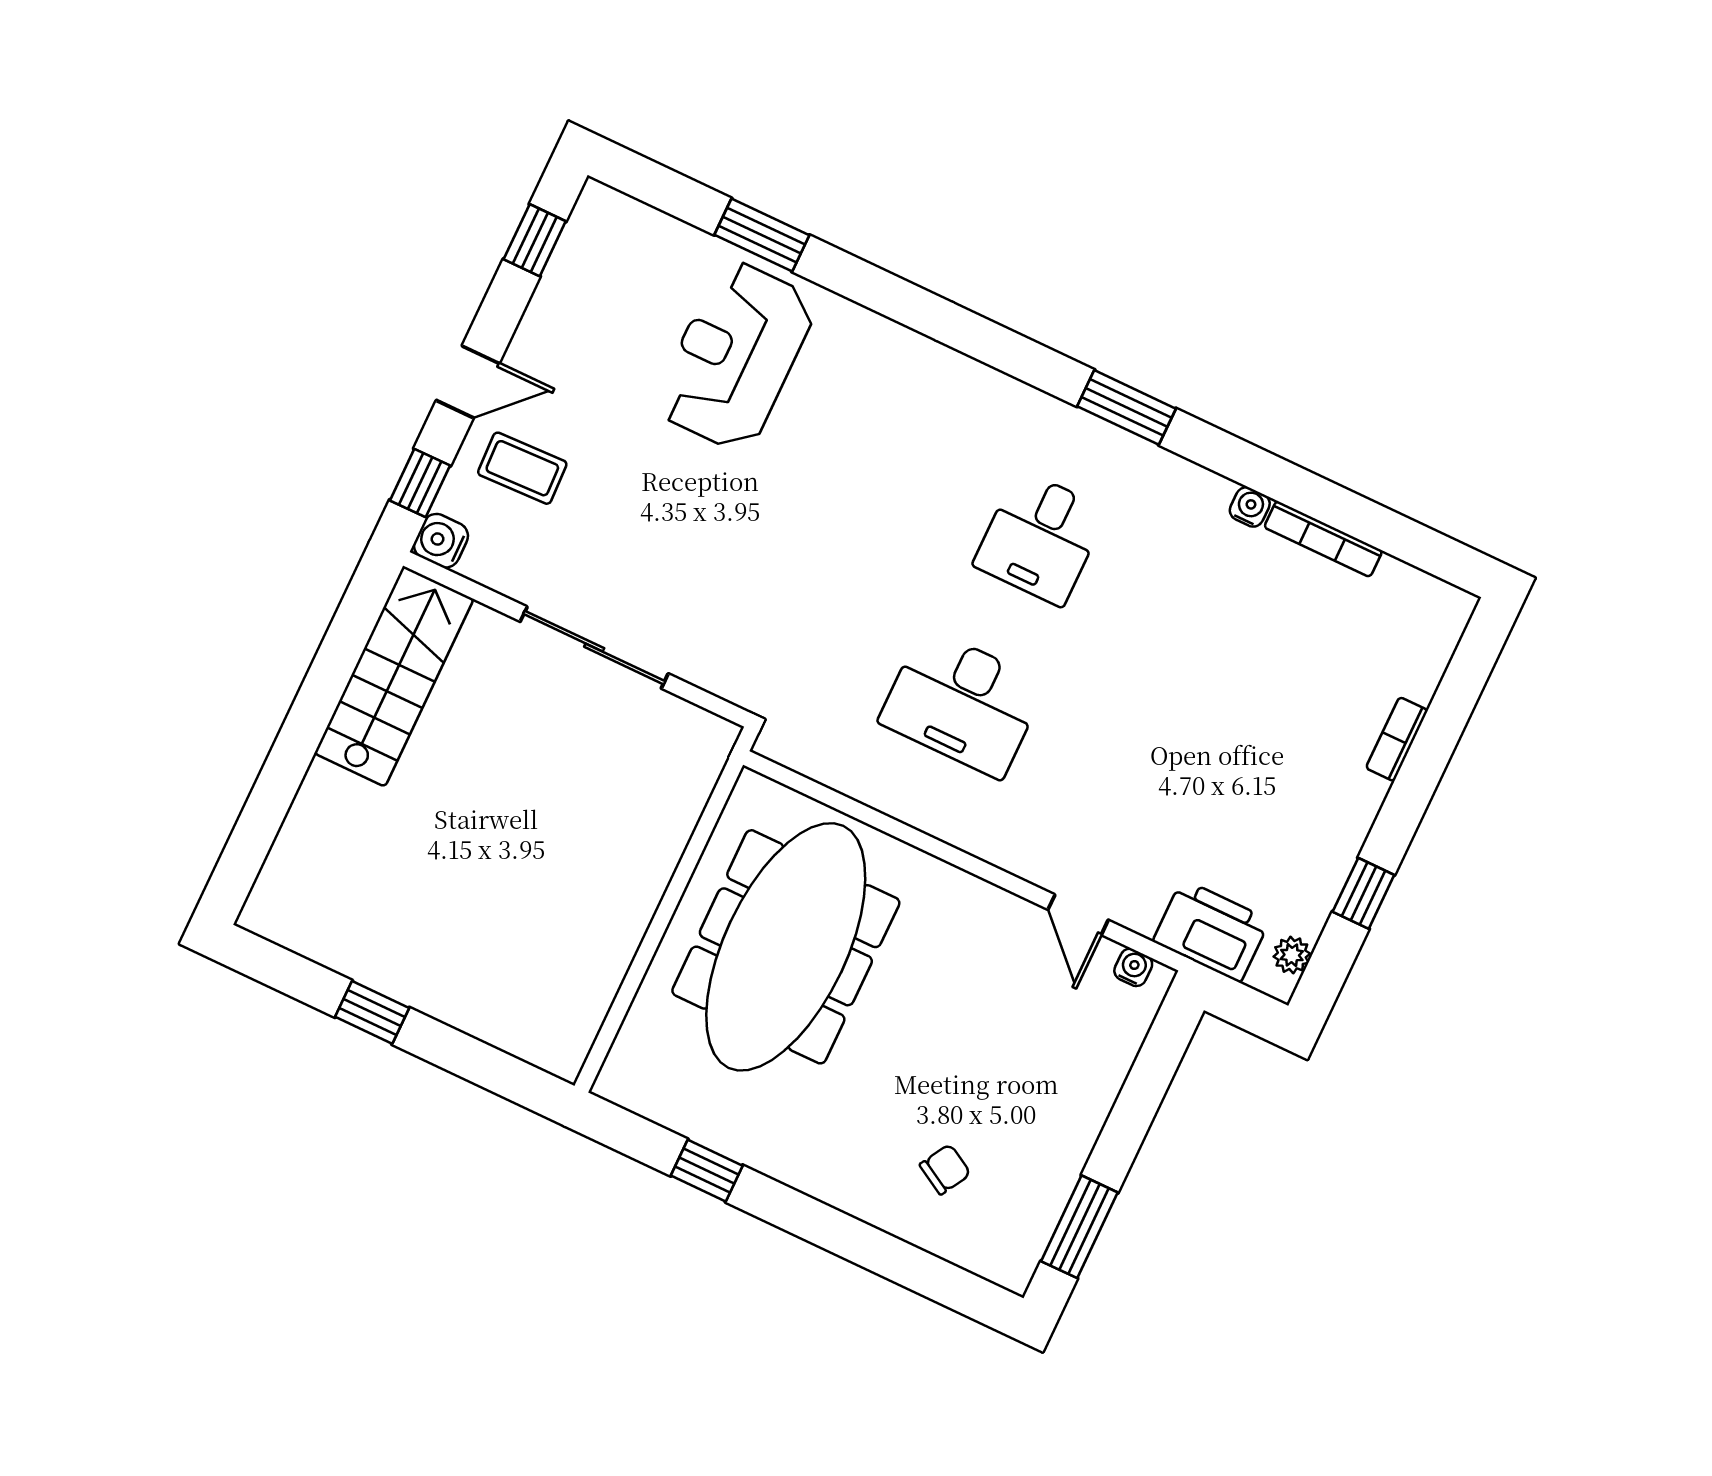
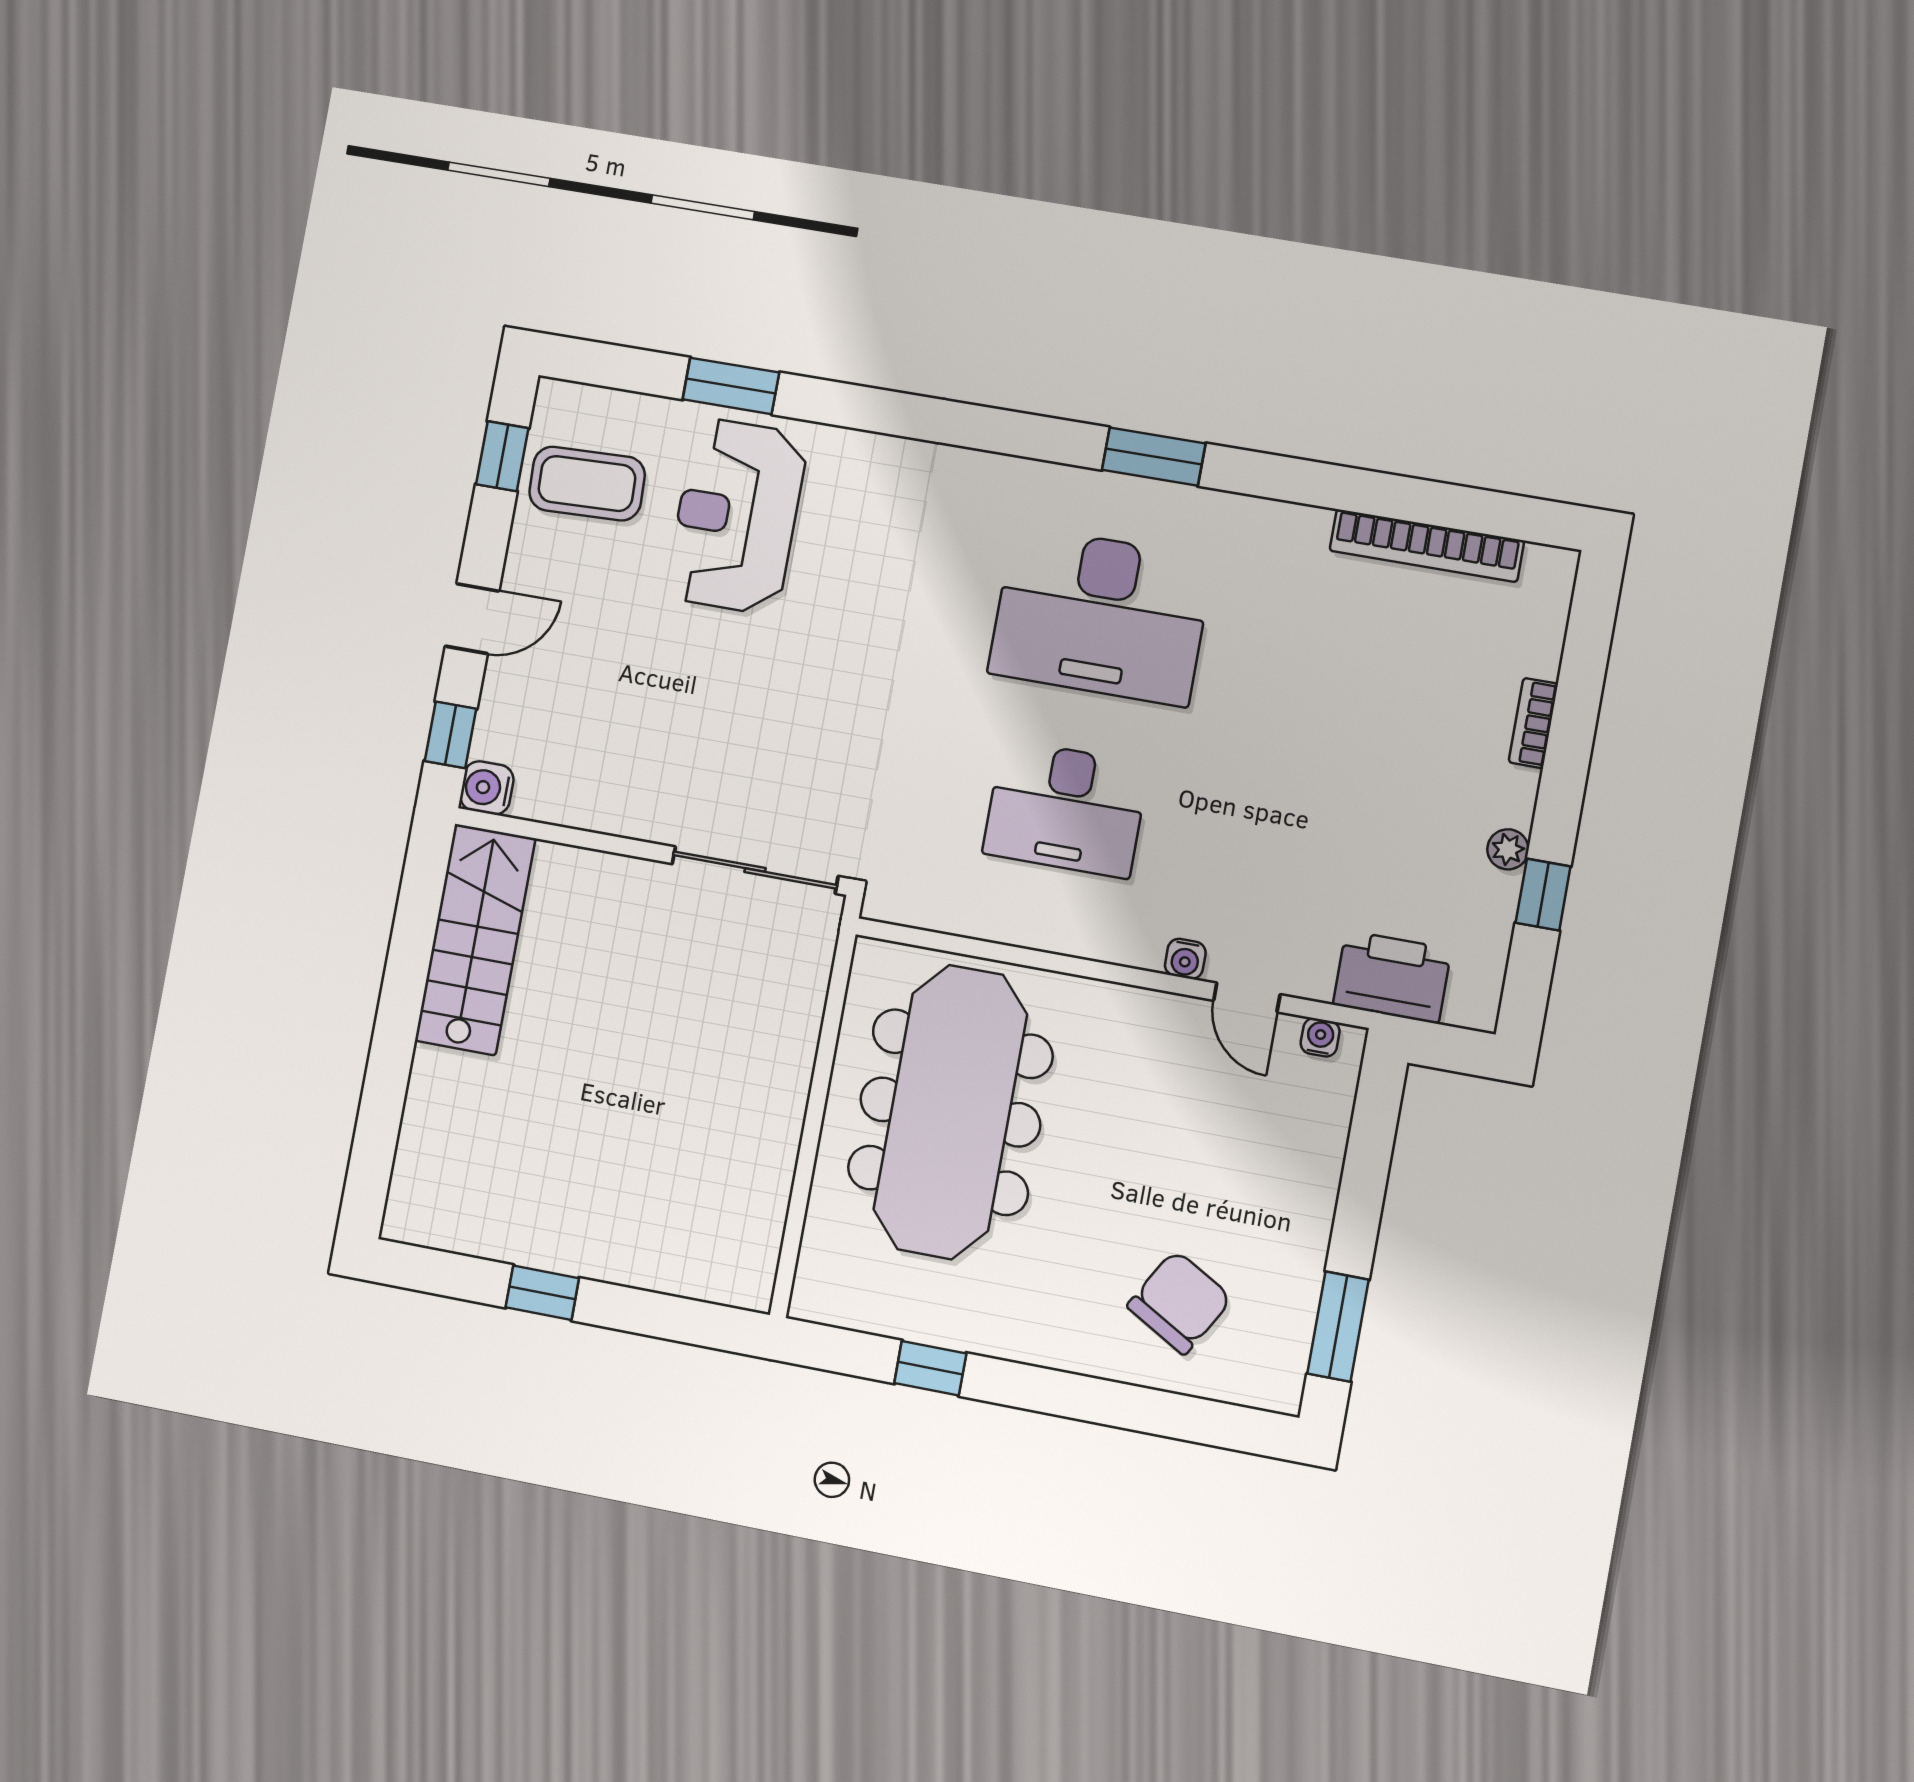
coffee table: (522, 468) -> (587, 484), moved, width x1.36, depth x1.30
water cooler: (1250, 507) -> (1185, 959), moved, turned 180
desk: (1040, 538) -> (1101, 616), width x1.87, depth x1.30
bookcase: (1323, 539) -> (1427, 546), width x1.48, depth x1.31
sliding door: (594, 648) -> (755, 870), moved
plant: (1292, 955) -> (1508, 849), moved
chair: (945, 1169) -> (1180, 1302), width x1.87, depth x1.87

